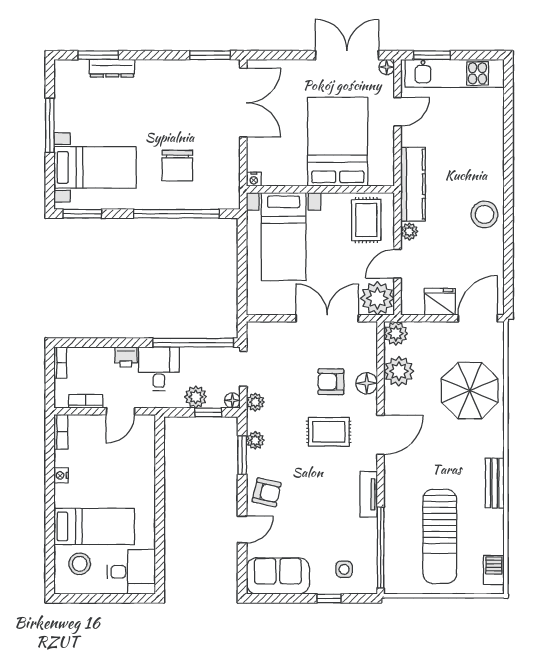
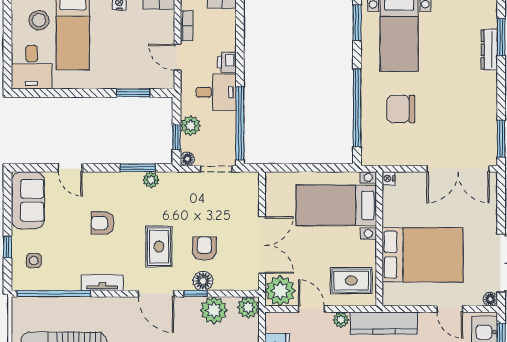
window: (381, 391) -> (196, 294), added
plant: (255, 402) -> (186, 180), removed
window: (160, 460) -> (133, 93), added
armchair: (267, 492) -> (103, 223), moved, turned 77

